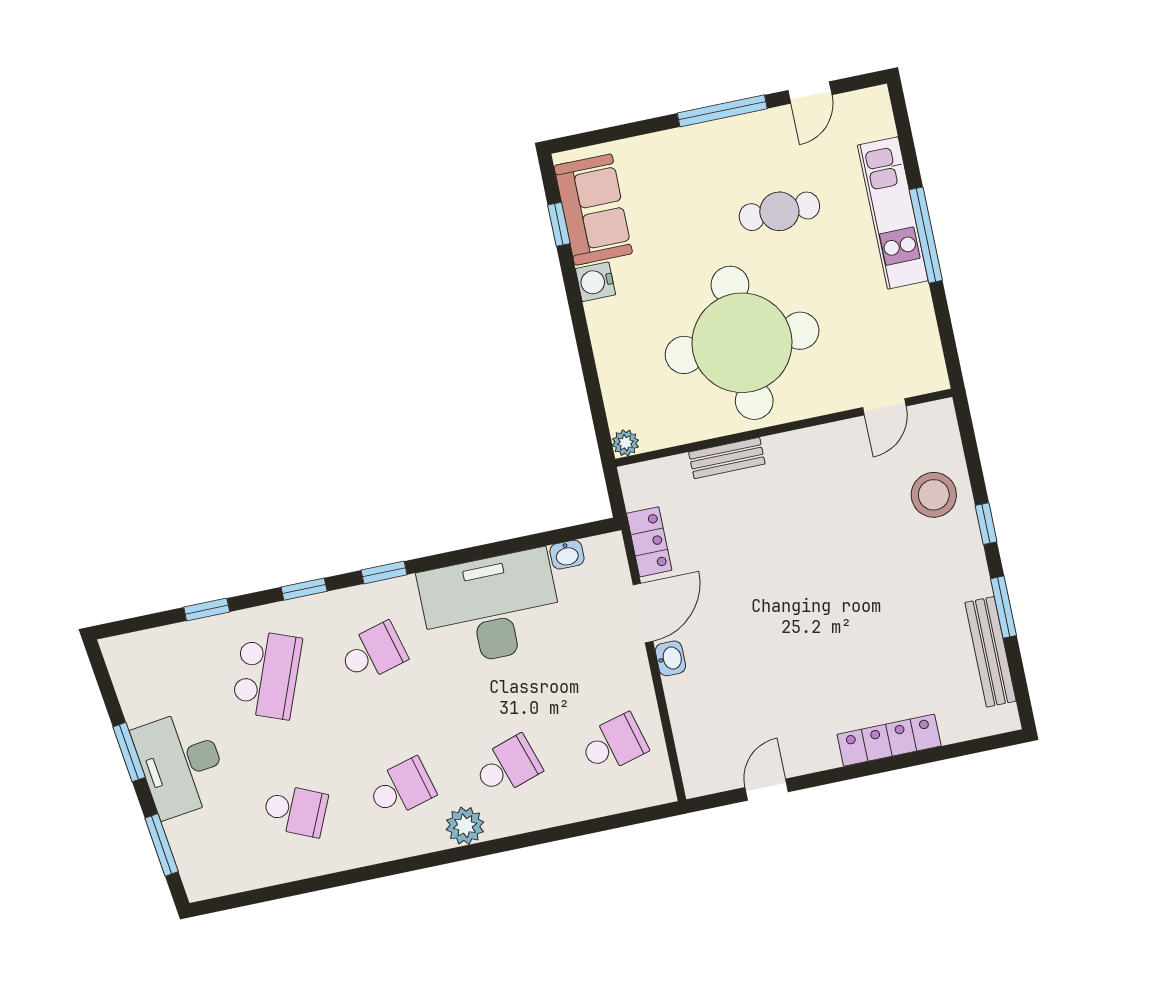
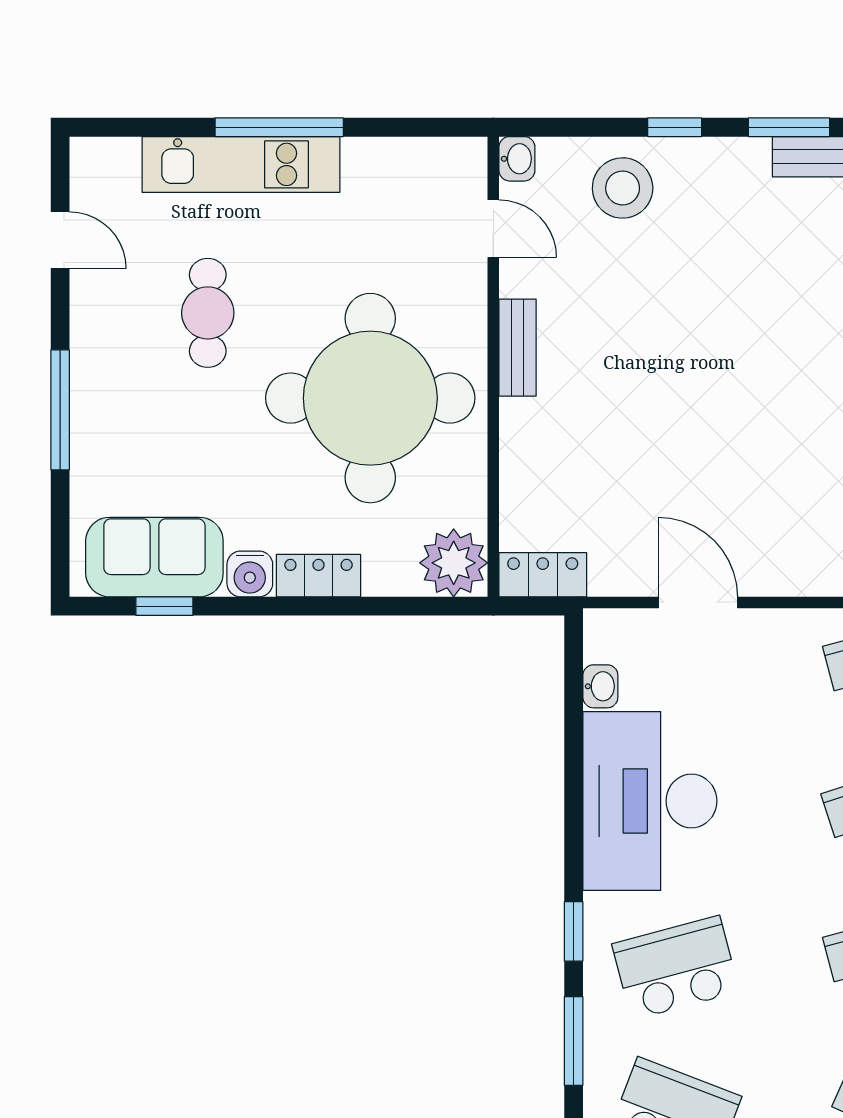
window: (722, 111) -> (60, 410), moved
locker: (605, 332) -> (319, 576), added
plant: (625, 443) -> (454, 563), width x1.88, depth x1.88
bench: (727, 458) -> (517, 348), moved
locker: (649, 542) -> (543, 575), moved
window: (304, 589) -> (574, 1041), width x1.50
school desk: (373, 652) -> (676, 968), width x1.85
washbasin: (670, 658) -> (517, 159), moved, turned 90

